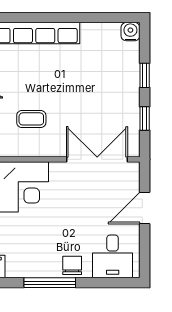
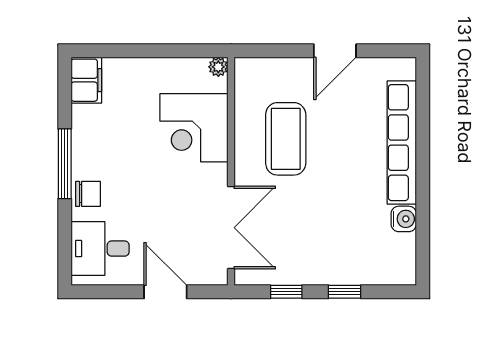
water cooler: (130, 32) -> (404, 219), moved
coffee table: (31, 119) -> (286, 139), width x1.86, depth x1.72

